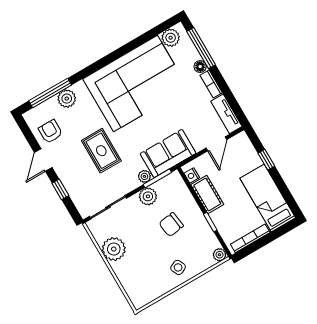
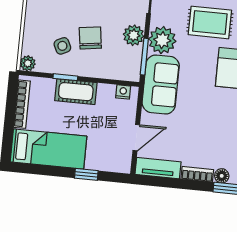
door: (216, 144) -> (136, 138), swing flipped
plant: (144, 176) -> (162, 40), width x1.88, depth x1.88
cot: (207, 195) -> (76, 92), moved
side table: (178, 267) -> (62, 46), moved

